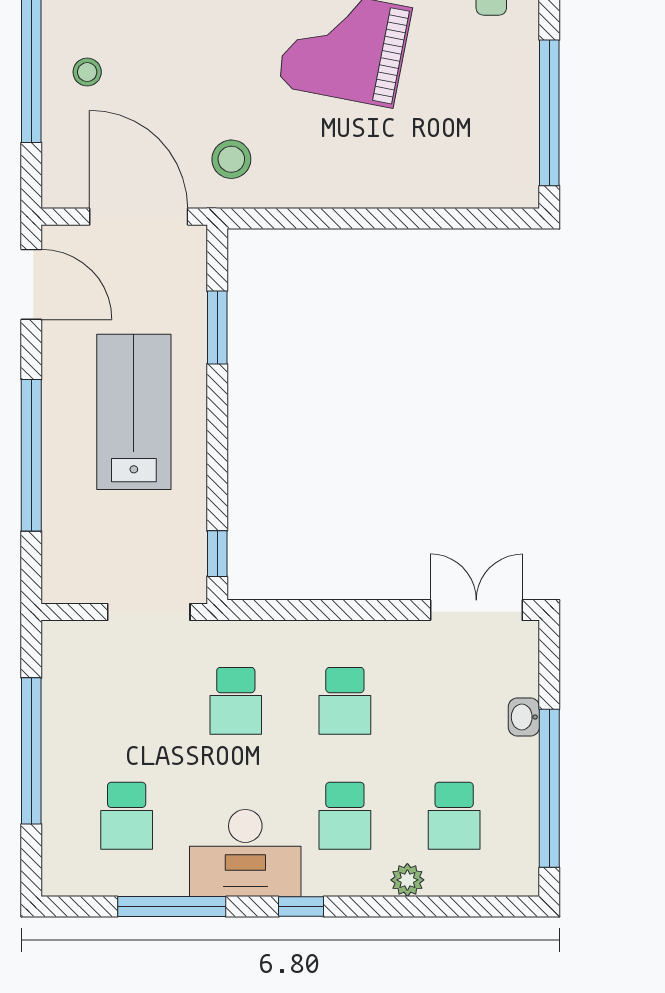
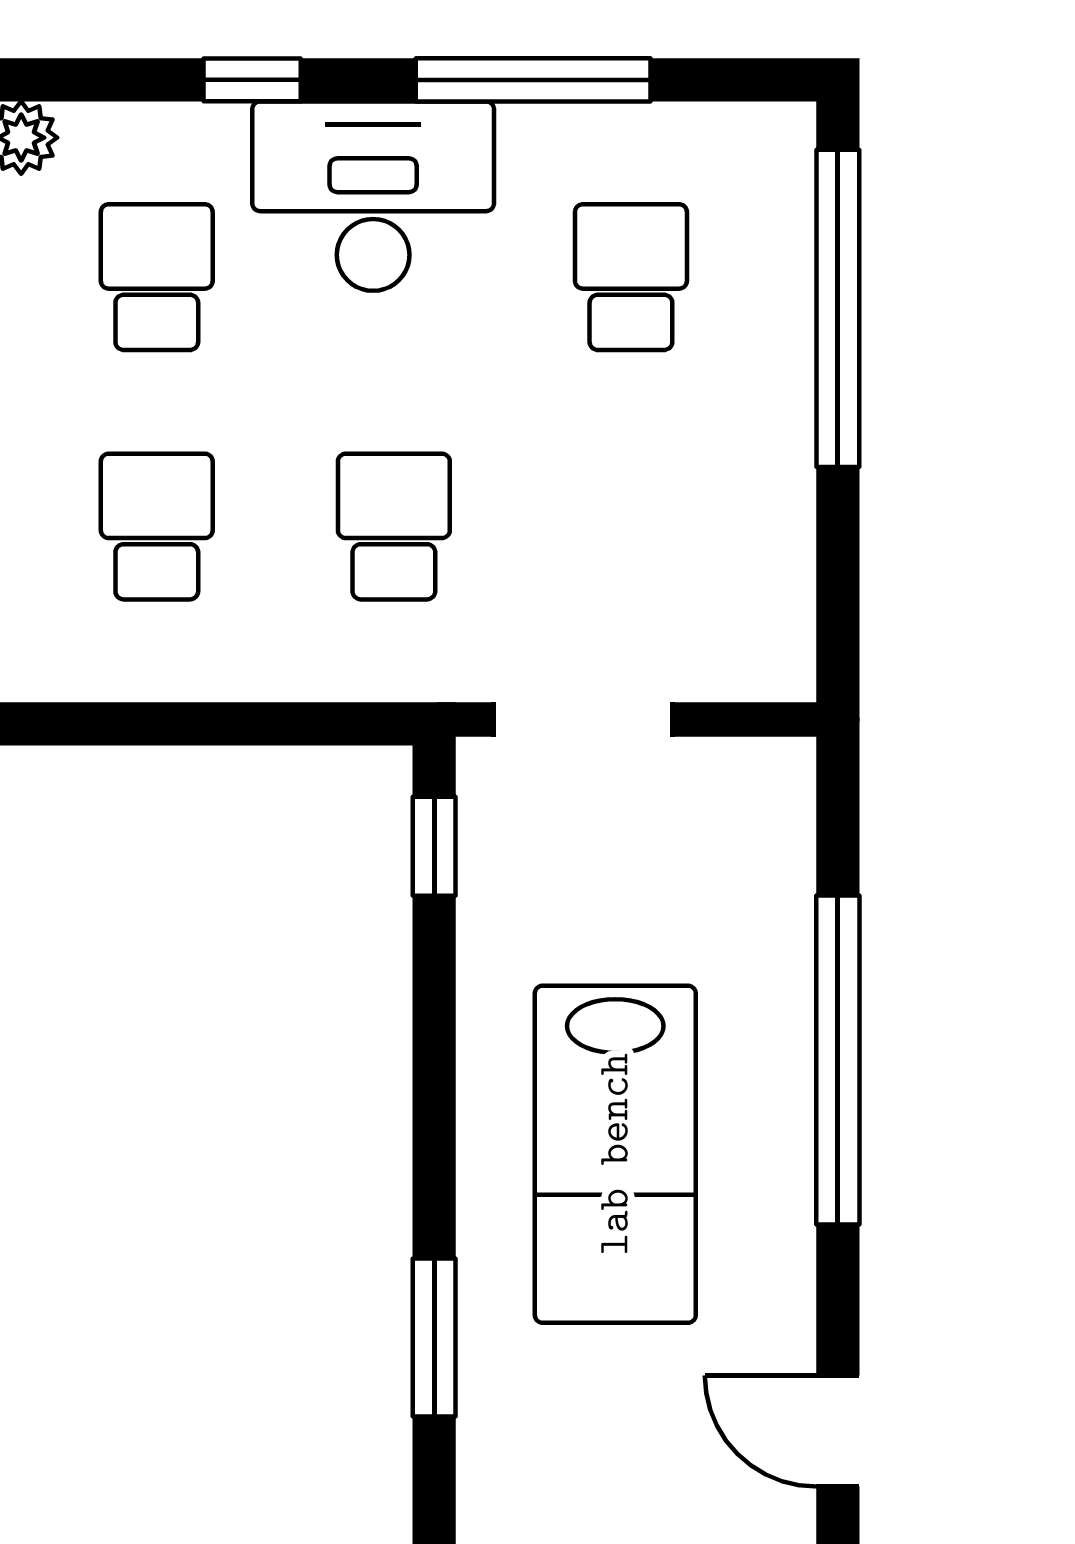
door: (31, 284) -> (838, 1431), width x0.73
window: (31, 751) -> (838, 308), moved

